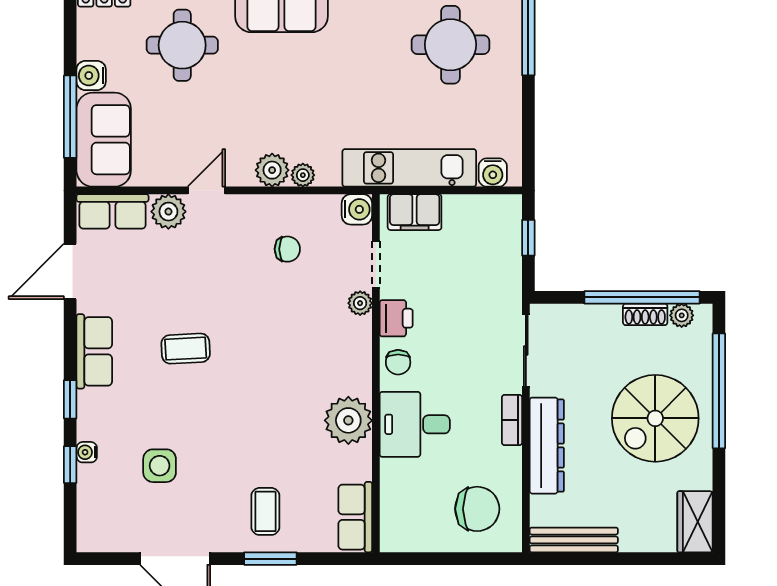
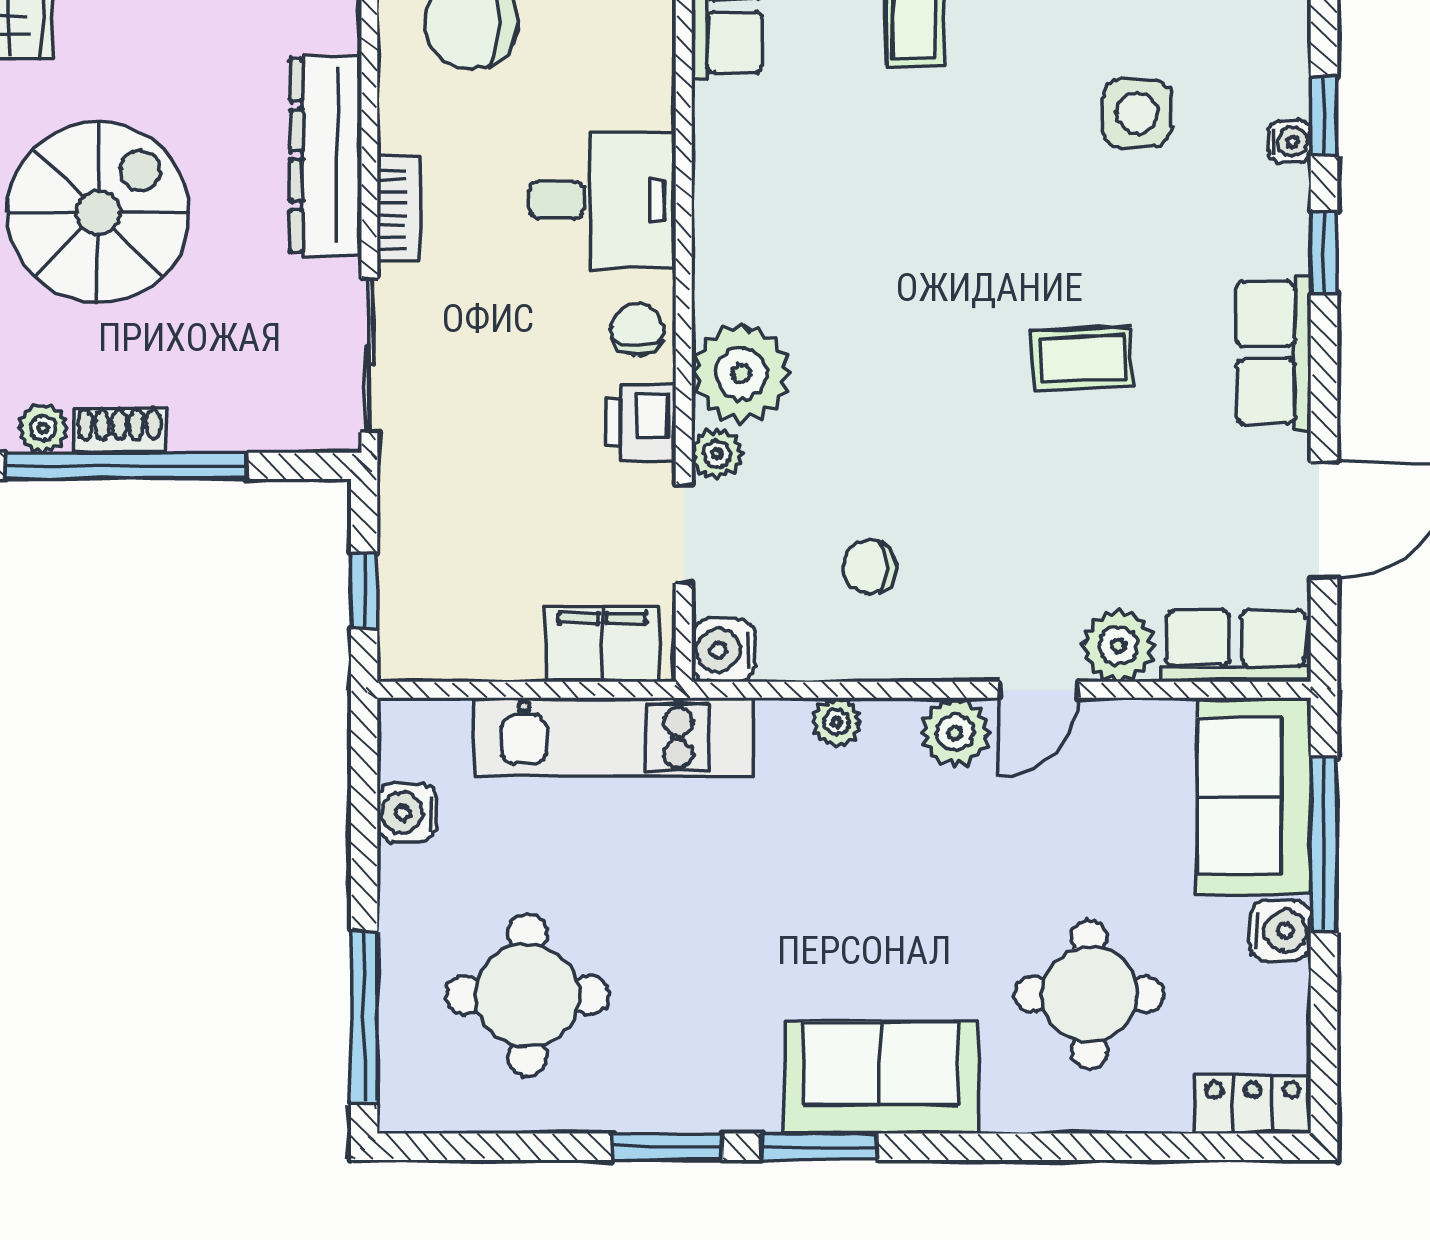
plant: (272, 170) -> (955, 732), moved
water cooler: (493, 173) -> (407, 813), moved, turned -90
plant: (348, 420) -> (741, 374), moved

